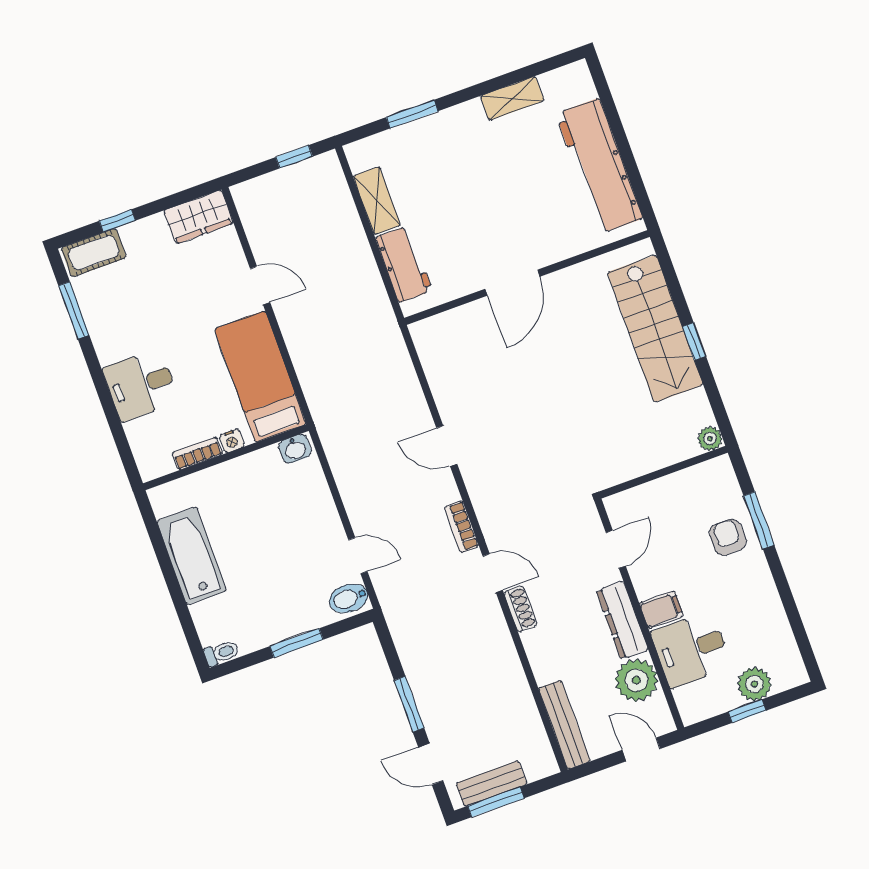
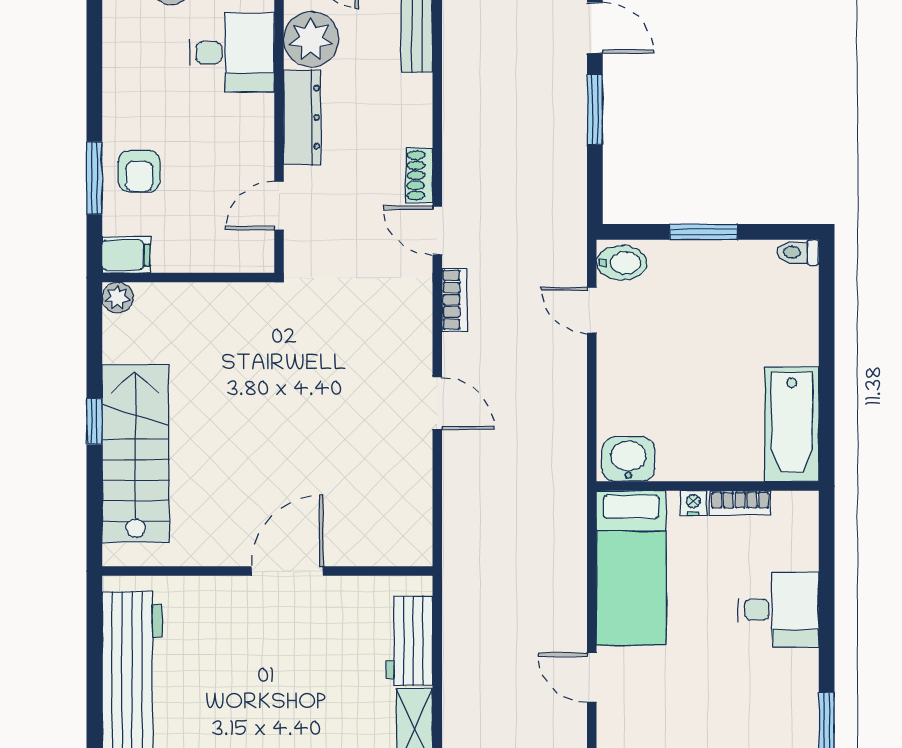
washbasin: (295, 449) -> (628, 459), width x1.38, depth x1.45
bathtub: (192, 556) -> (792, 424), moved
filing cabinet: (661, 610) -> (126, 255), moved, turned 180

